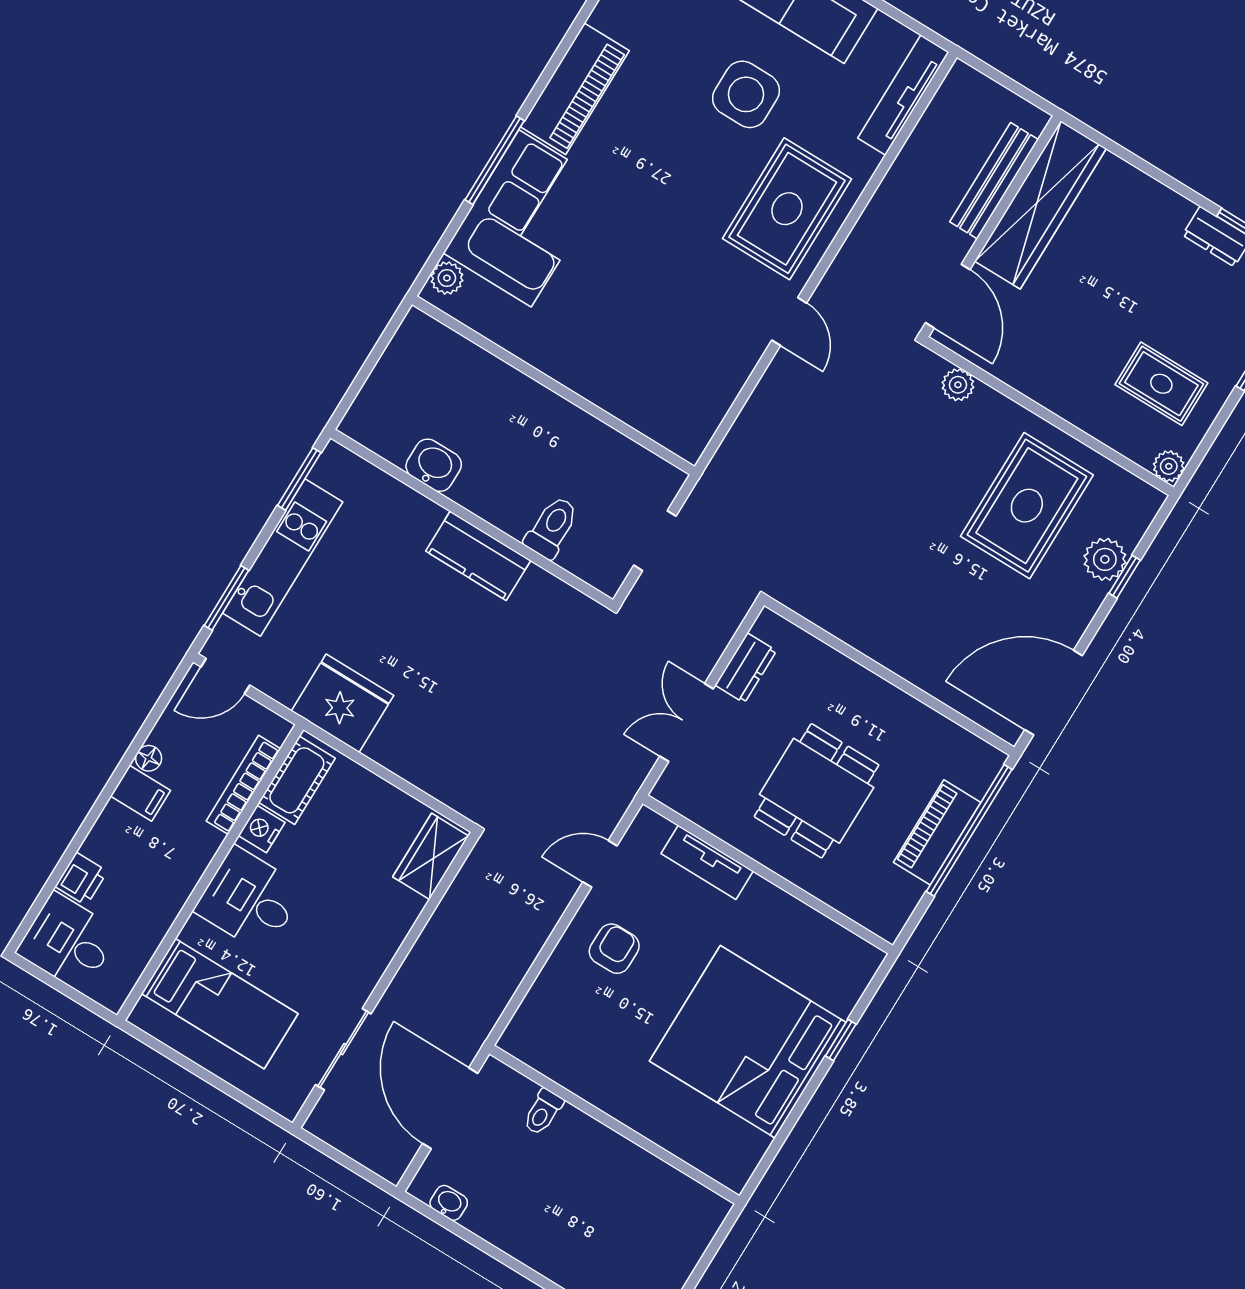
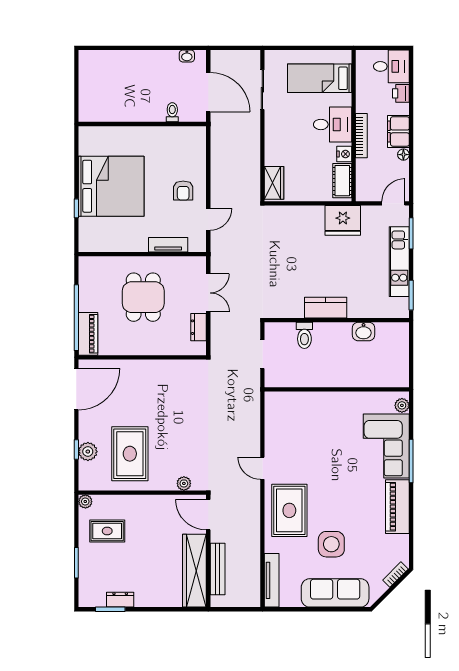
bookcase: (243, 785) -> (361, 136), moved
filing cabinet: (140, 793) -> (398, 131), width x2.00
piano: (937, 832) -> (88, 334), moved

